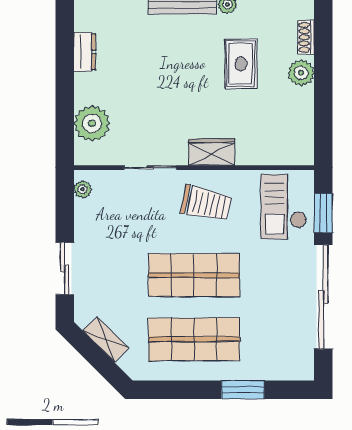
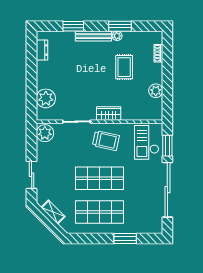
dresser: (85, 52) -> (42, 50), moved
plant: (301, 73) -> (156, 91), moved
plant: (83, 189) -> (45, 133), width x1.88, depth x1.88

